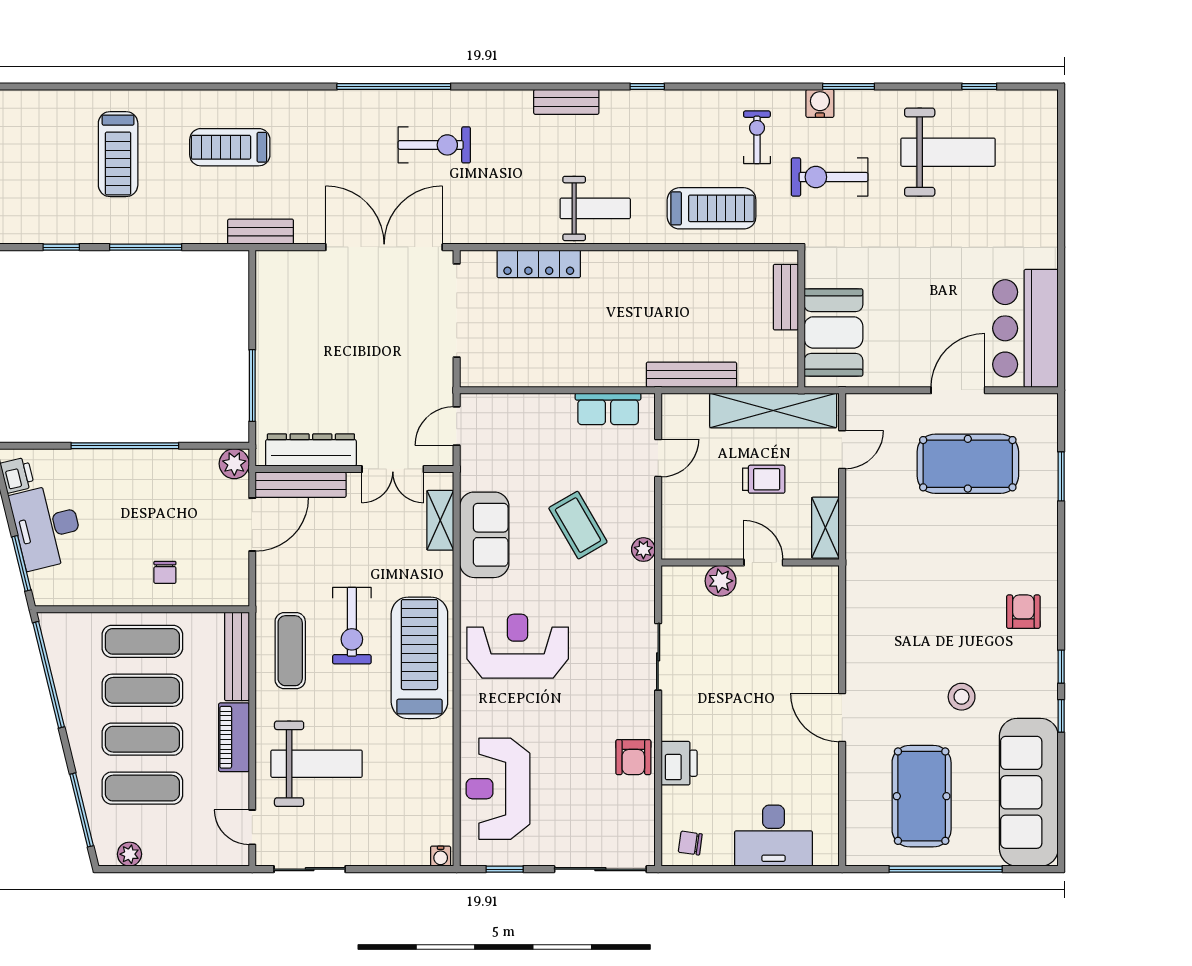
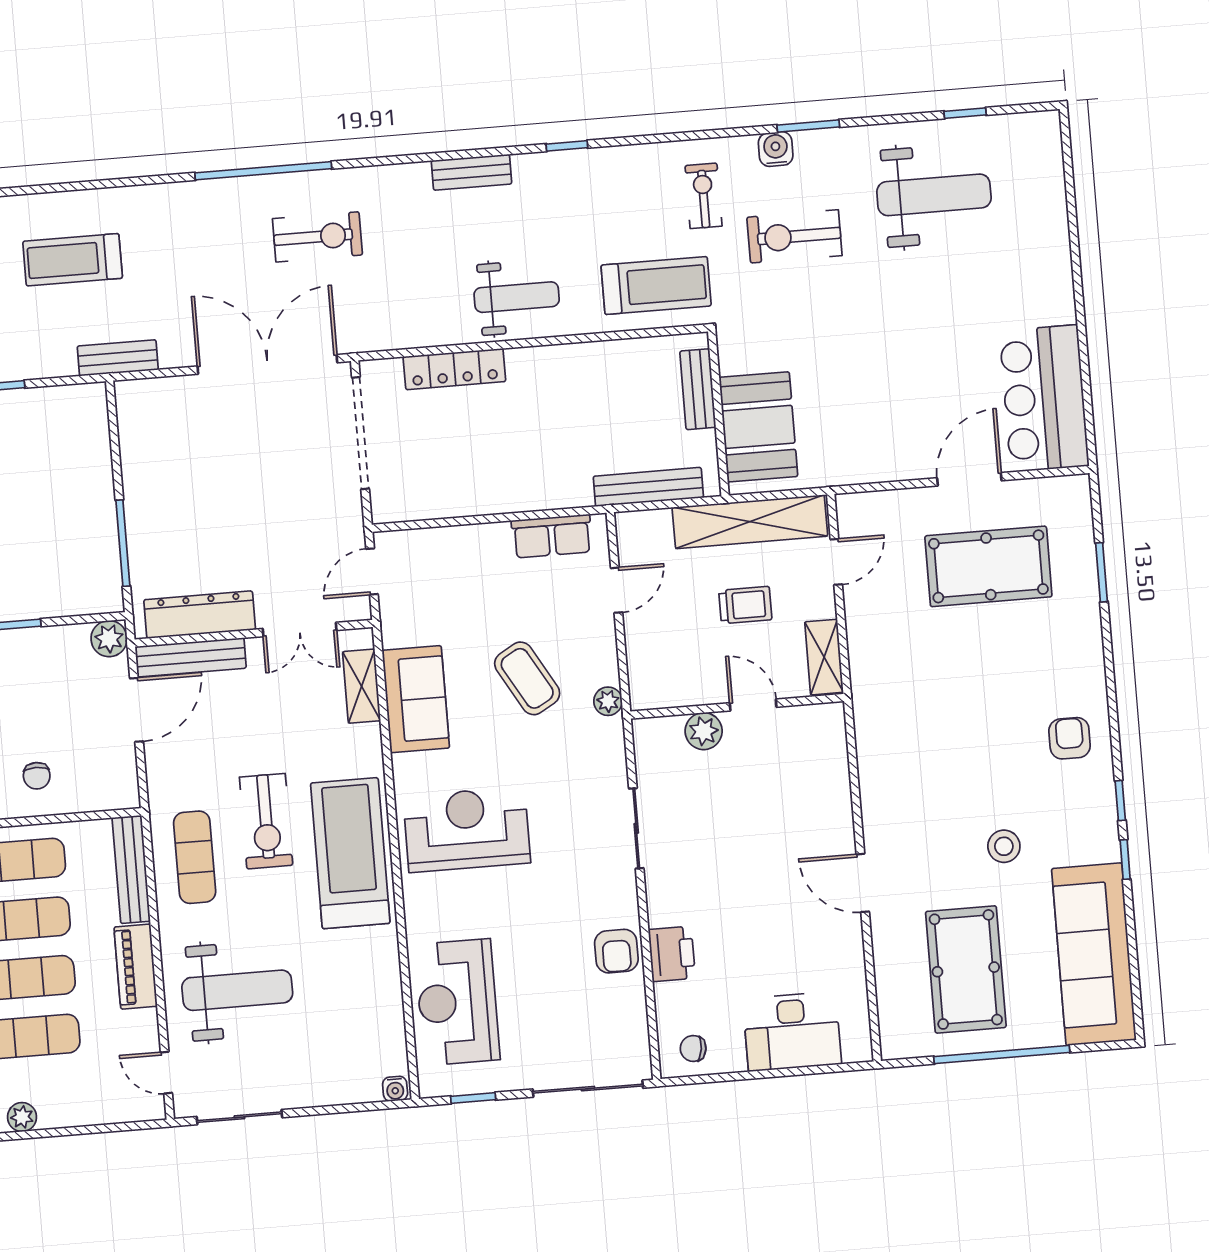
bench: (786, 297) -> (698, 389), moved
wall: (801, 319) -> (718, 414), moved
booth: (833, 332) -> (758, 427), moved

